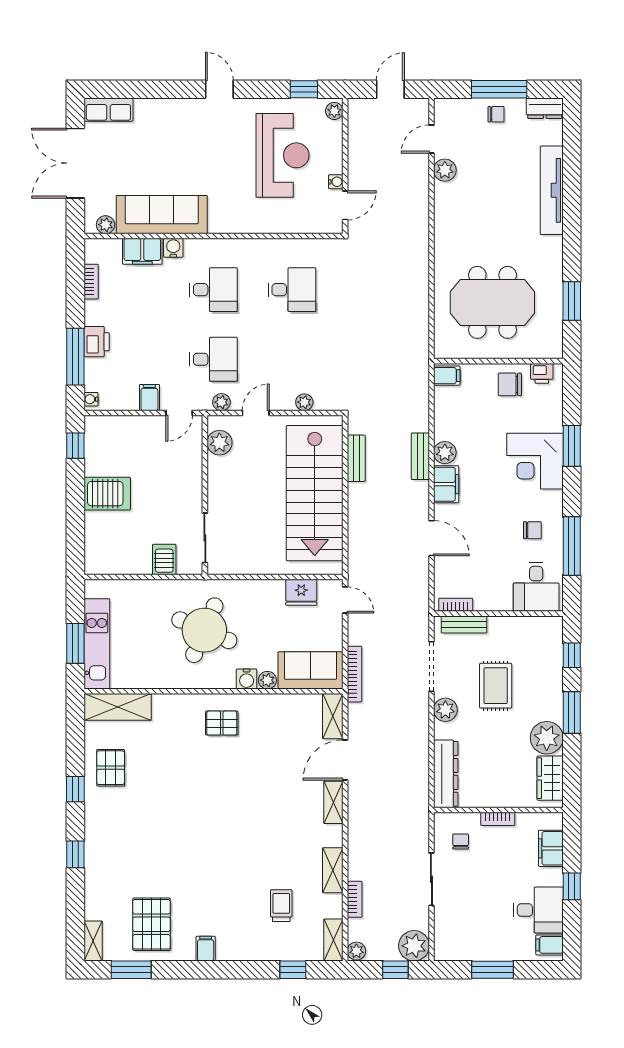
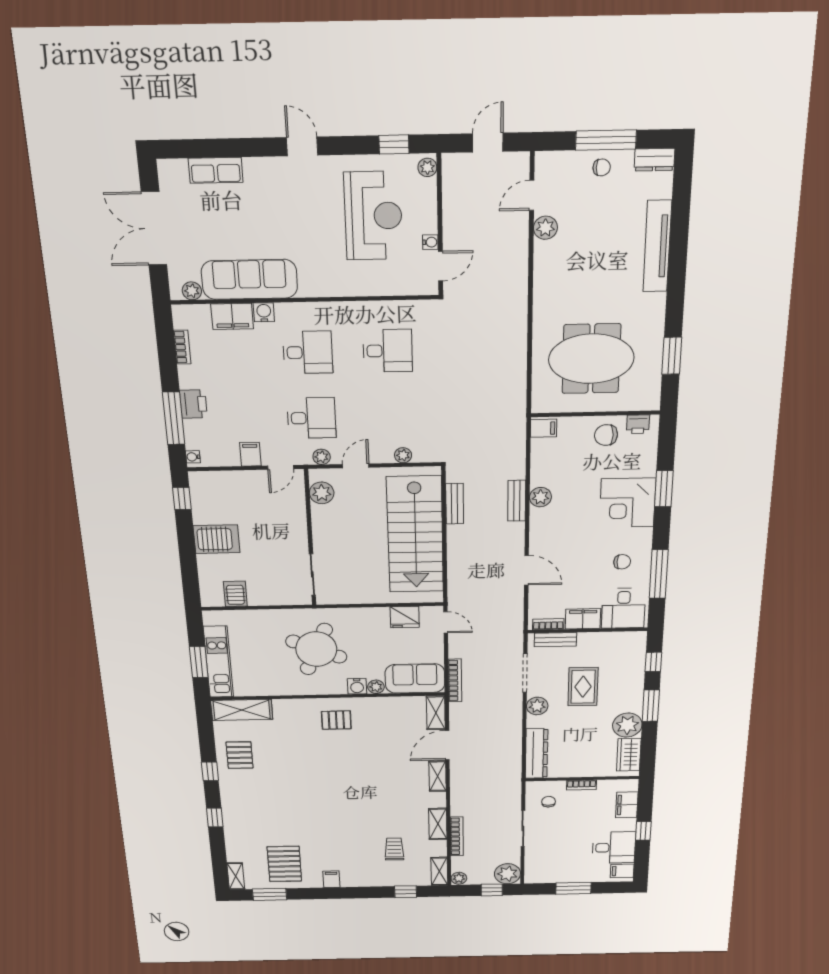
row of seats: (108, 110) -> (216, 170), moved
filing cabinet: (446, 484) -> (583, 619), moved, turned -90
server rack: (164, 559) -> (235, 594), moved
bookcase: (355, 899) -> (457, 836), width x1.56

